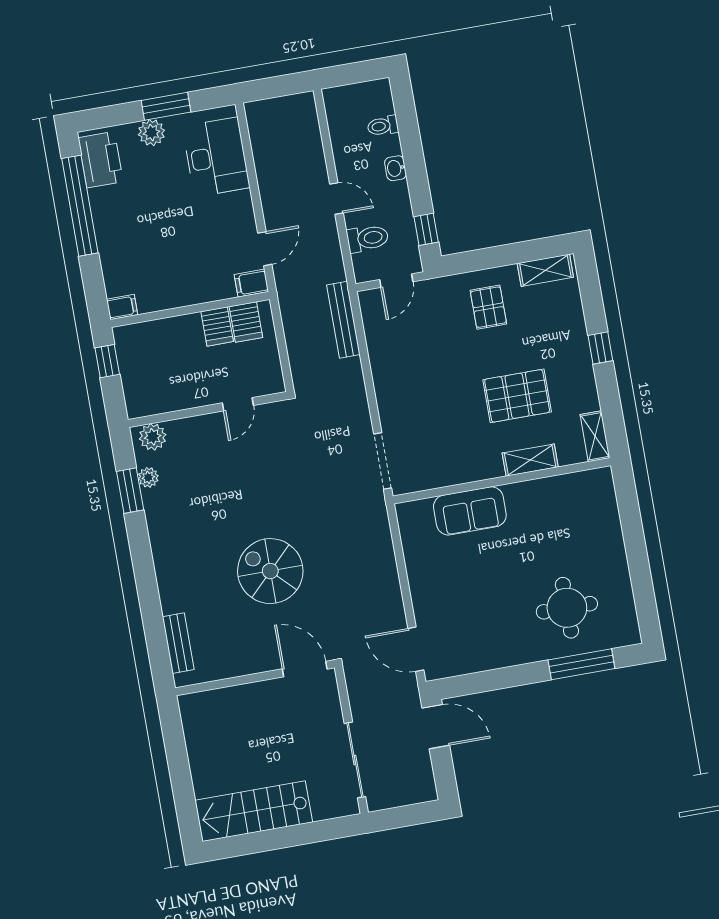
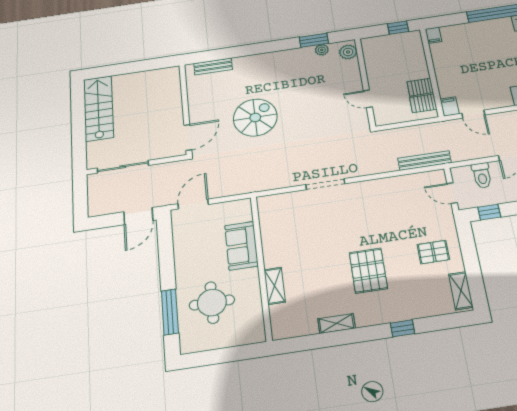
shelving: (530, 460) -> (275, 286), moved
wall: (502, 481) -> (261, 267), moved
sofa: (470, 511) -> (241, 246), moved

